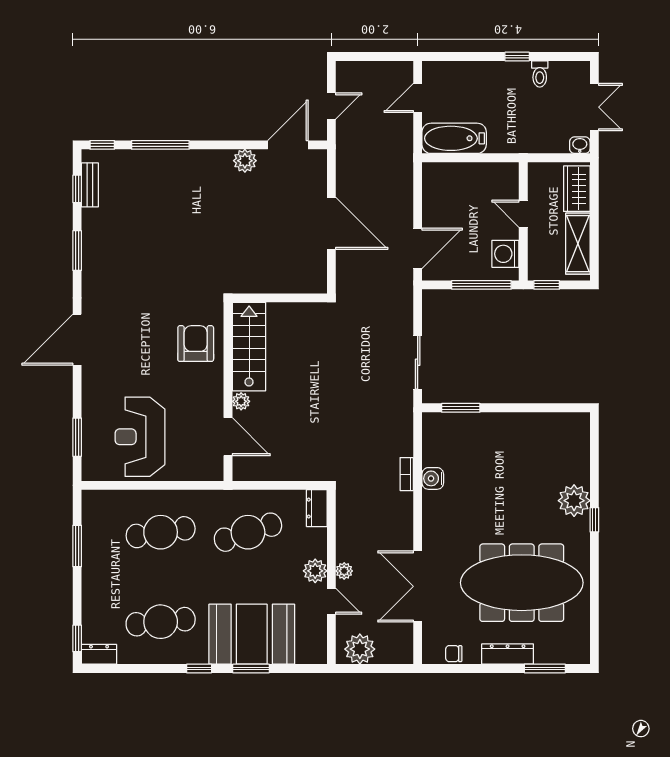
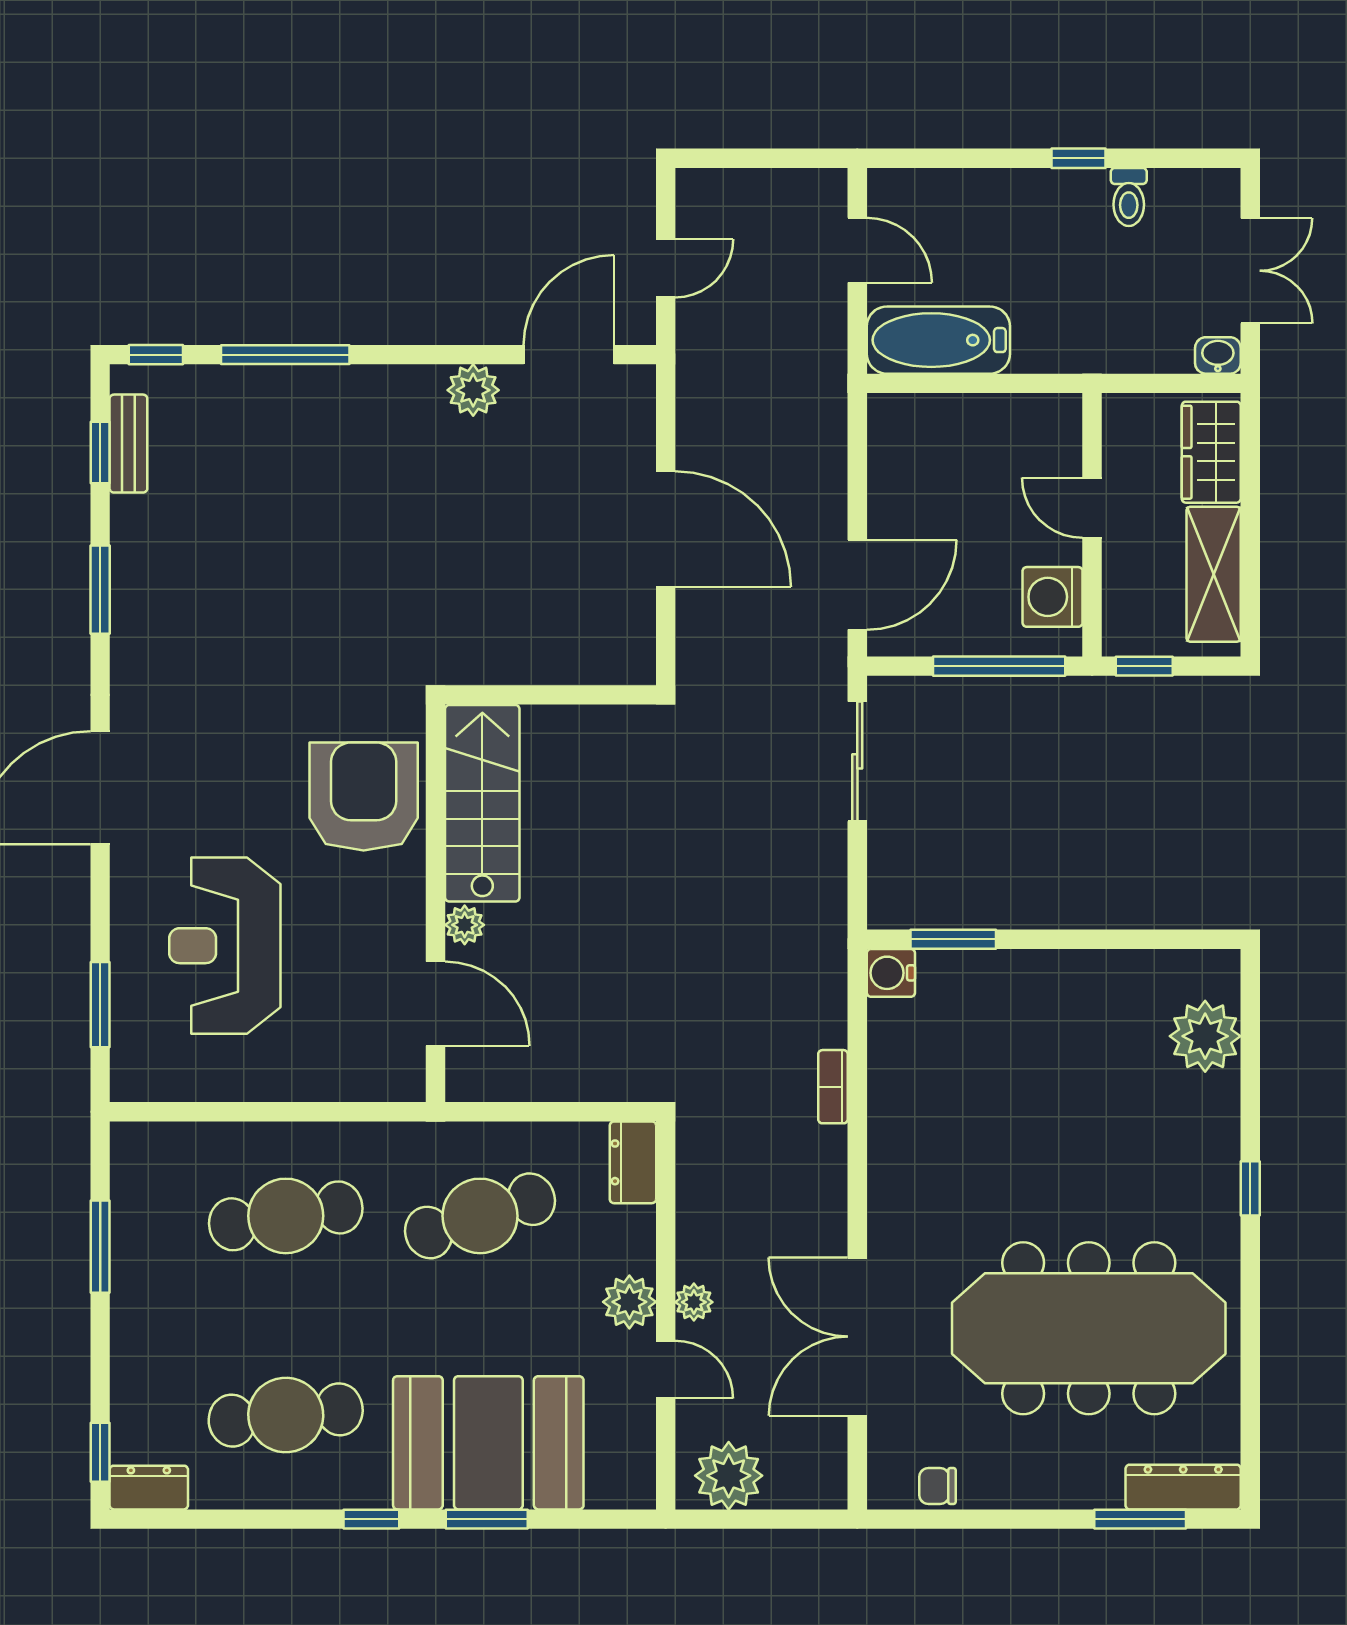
door: (418, 98) -> (857, 250), swing flipped
armchair: (196, 344) -> (364, 797), width x1.36, depth x1.36
sliding door: (418, 362) -> (857, 761), moved
reception desk: (140, 437) -> (225, 946), moved
water cooler: (433, 478) -> (891, 973), moved
plant: (574, 501) -> (1205, 1036), moved
dresser: (508, 654) -> (1183, 1487), moved

